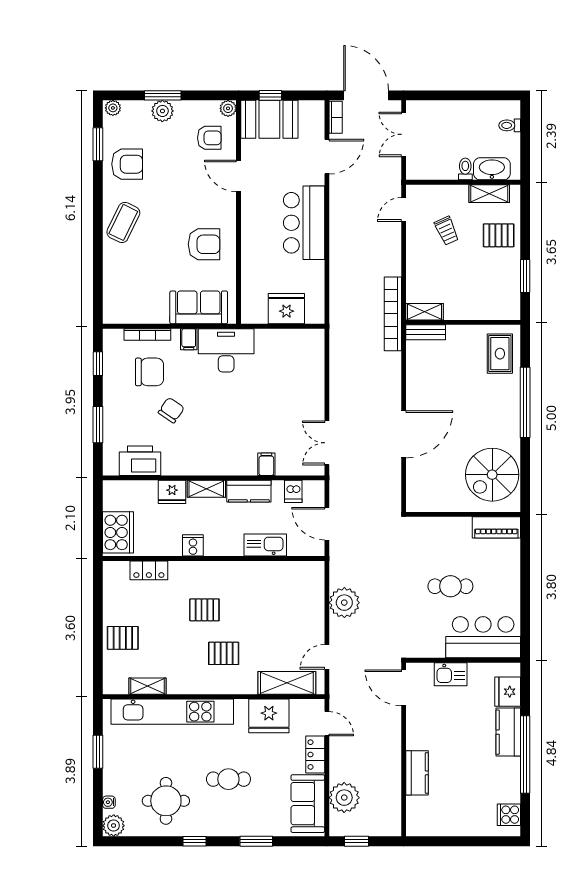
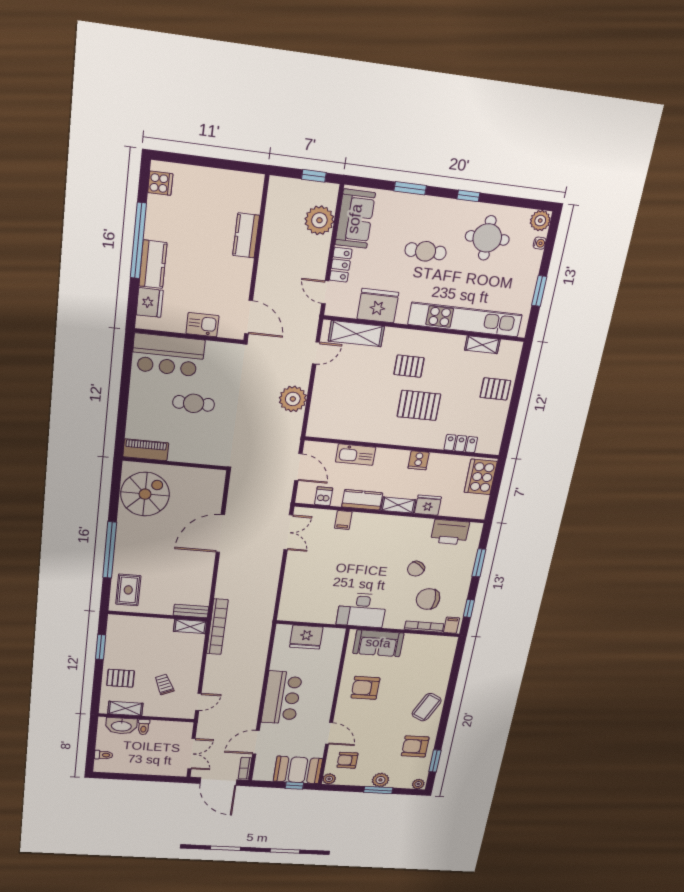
filing cabinet: (189, 339) -> (451, 625), moved
pallet: (204, 610) -> (419, 405), width x1.50, depth x1.42

